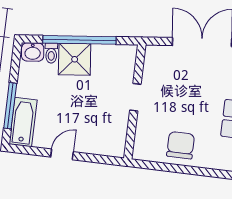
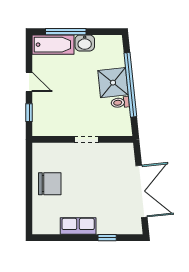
washbasin: (33, 52) -> (85, 43), moved, turned -84
toilet: (51, 53) -> (120, 103), moved
window: (97, 159) -> (29, 113), added

